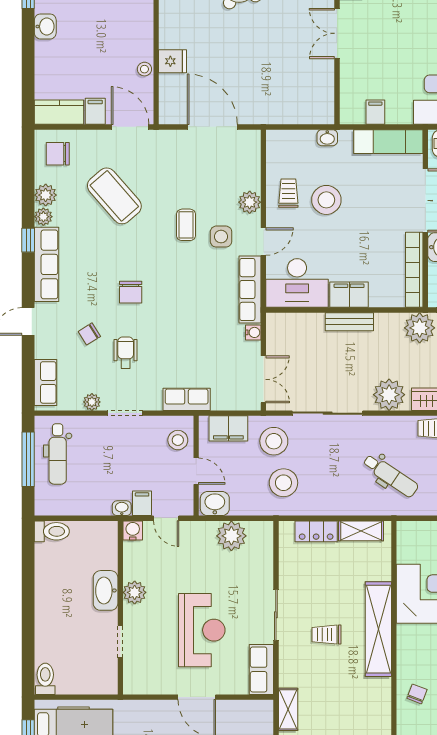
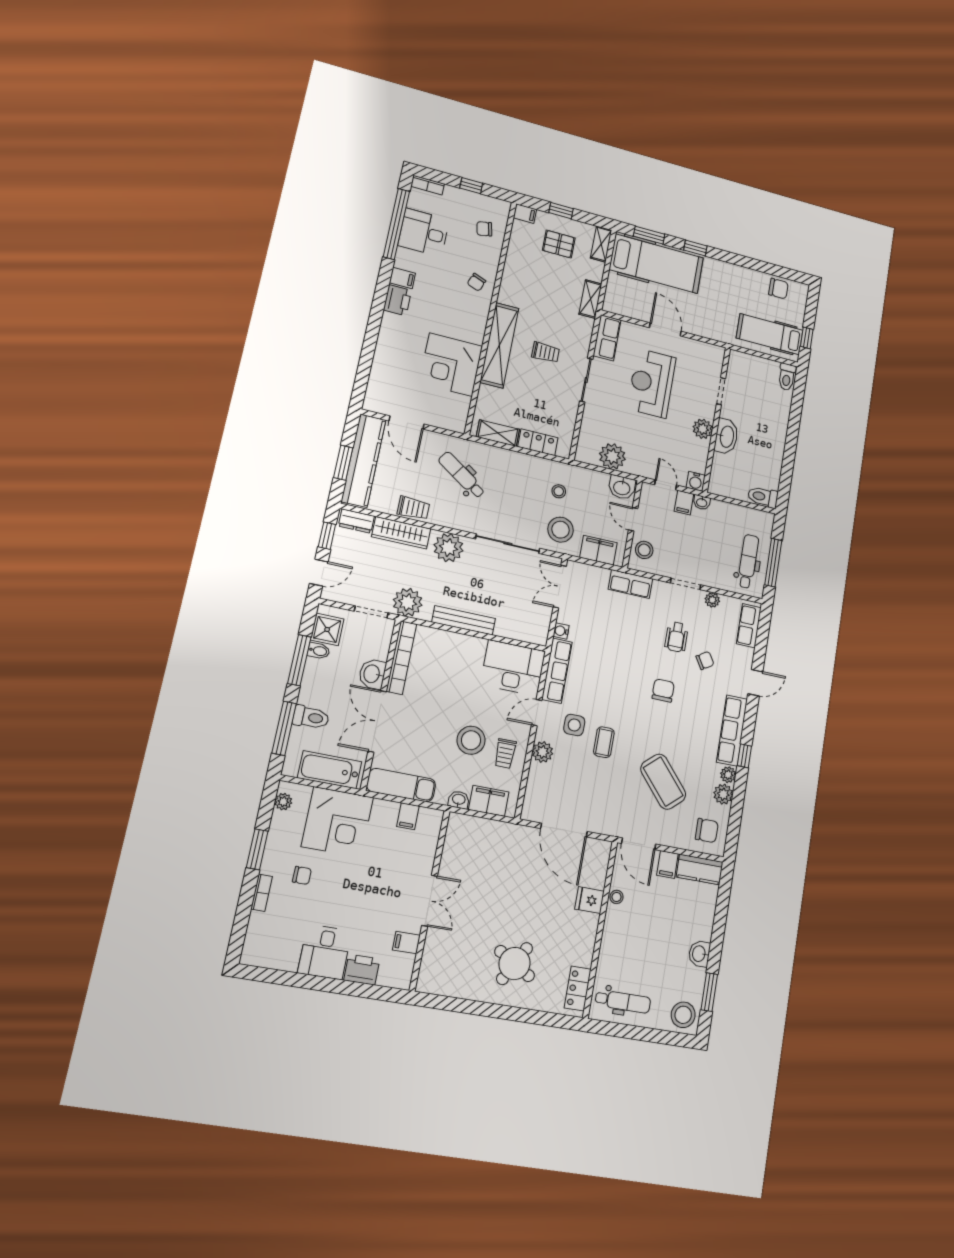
filing cabinet: (349, 295) -> (489, 801), moved, turned 180
bench: (349, 322) -> (464, 620), width x1.36
stool: (283, 483) -> (559, 491), width x0.53, depth x0.53

